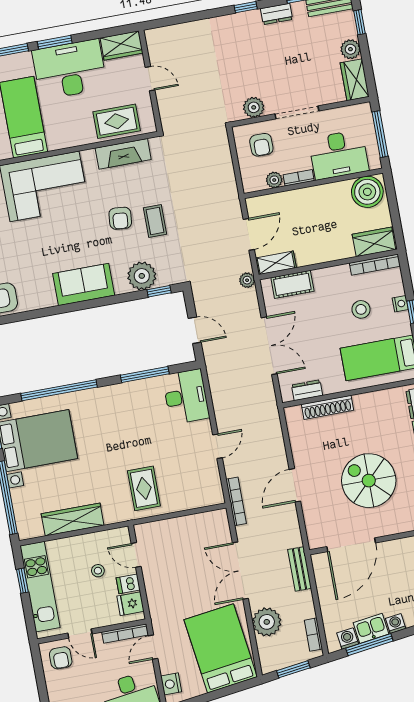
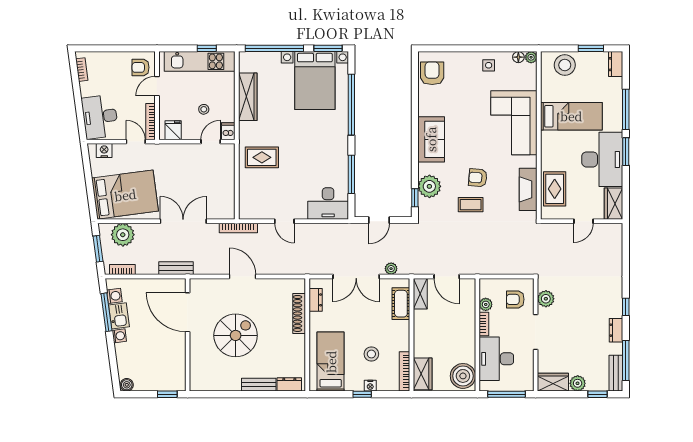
plant: (247, 280) -> (391, 269), moved
dishwasher: (128, 584) -> (228, 131), moved
plant: (267, 622) -> (123, 235), moved

